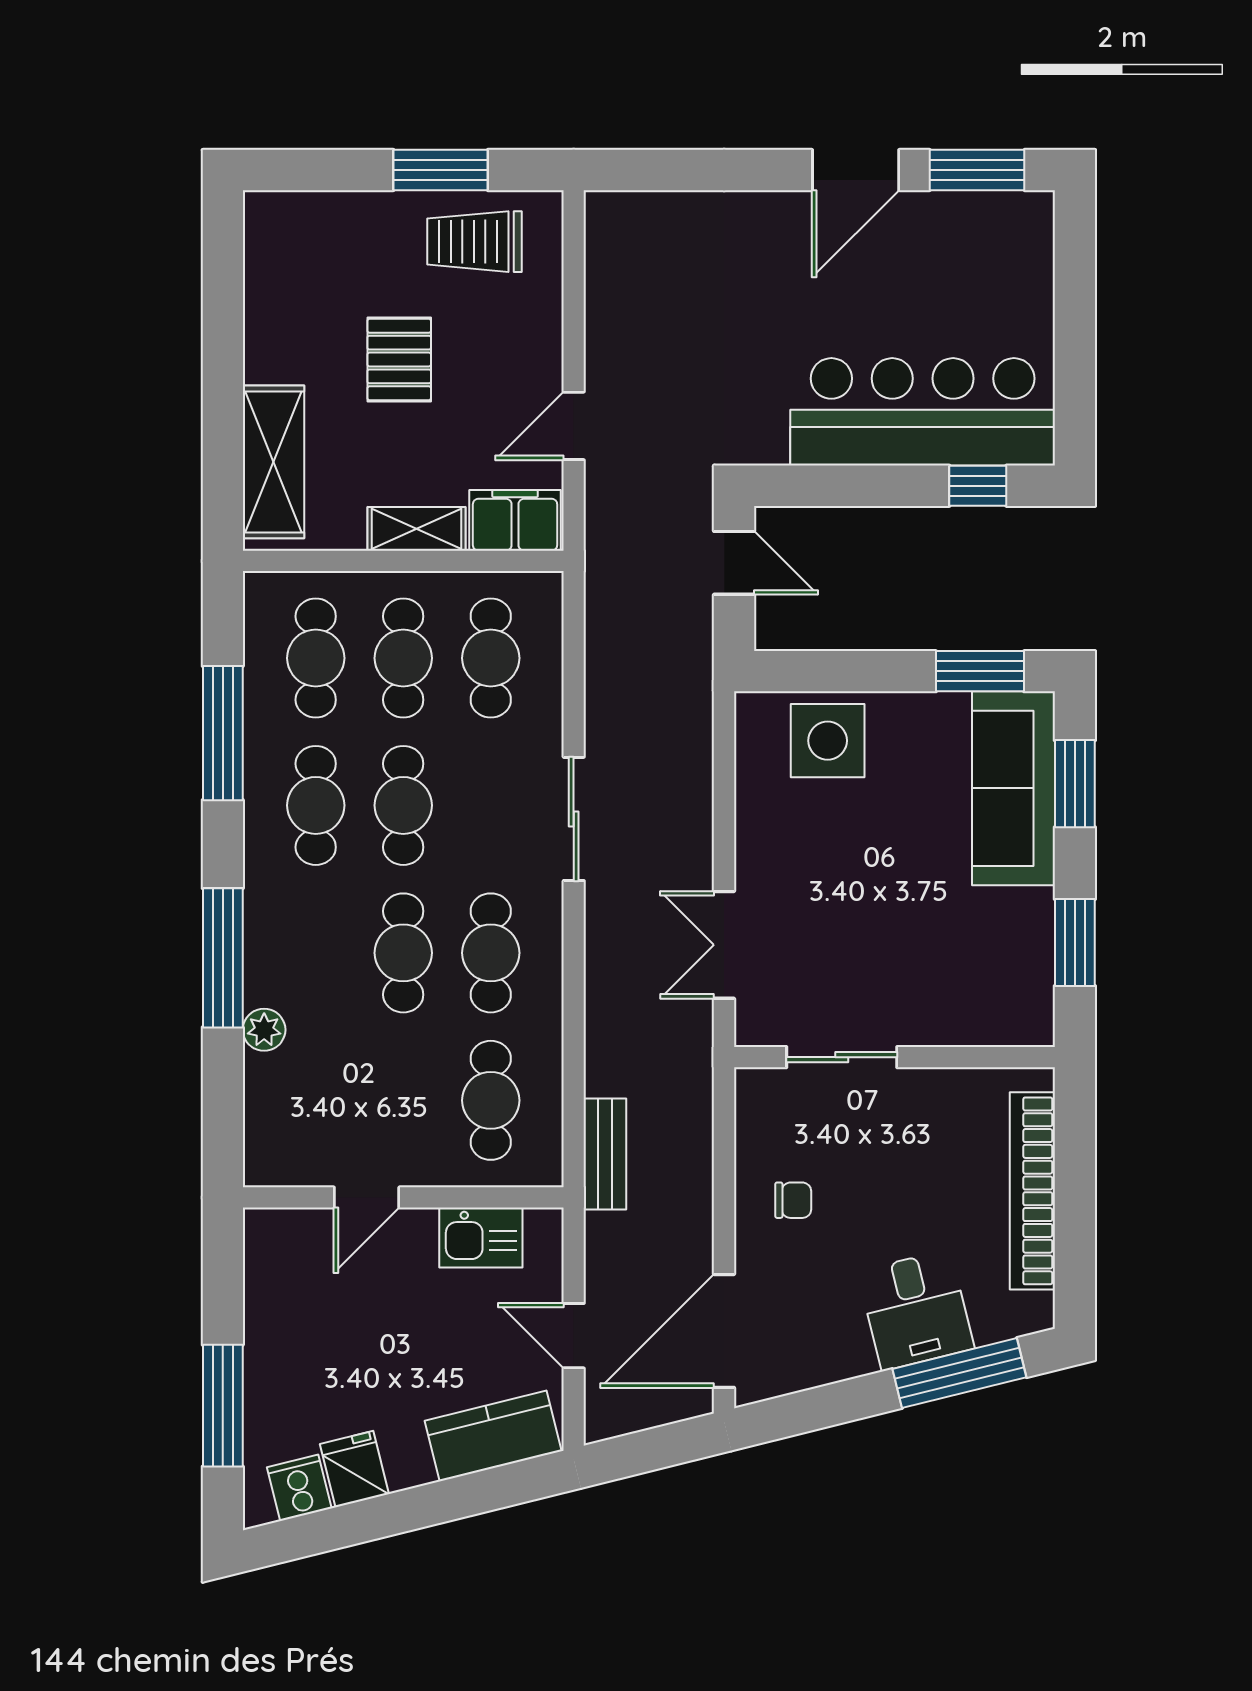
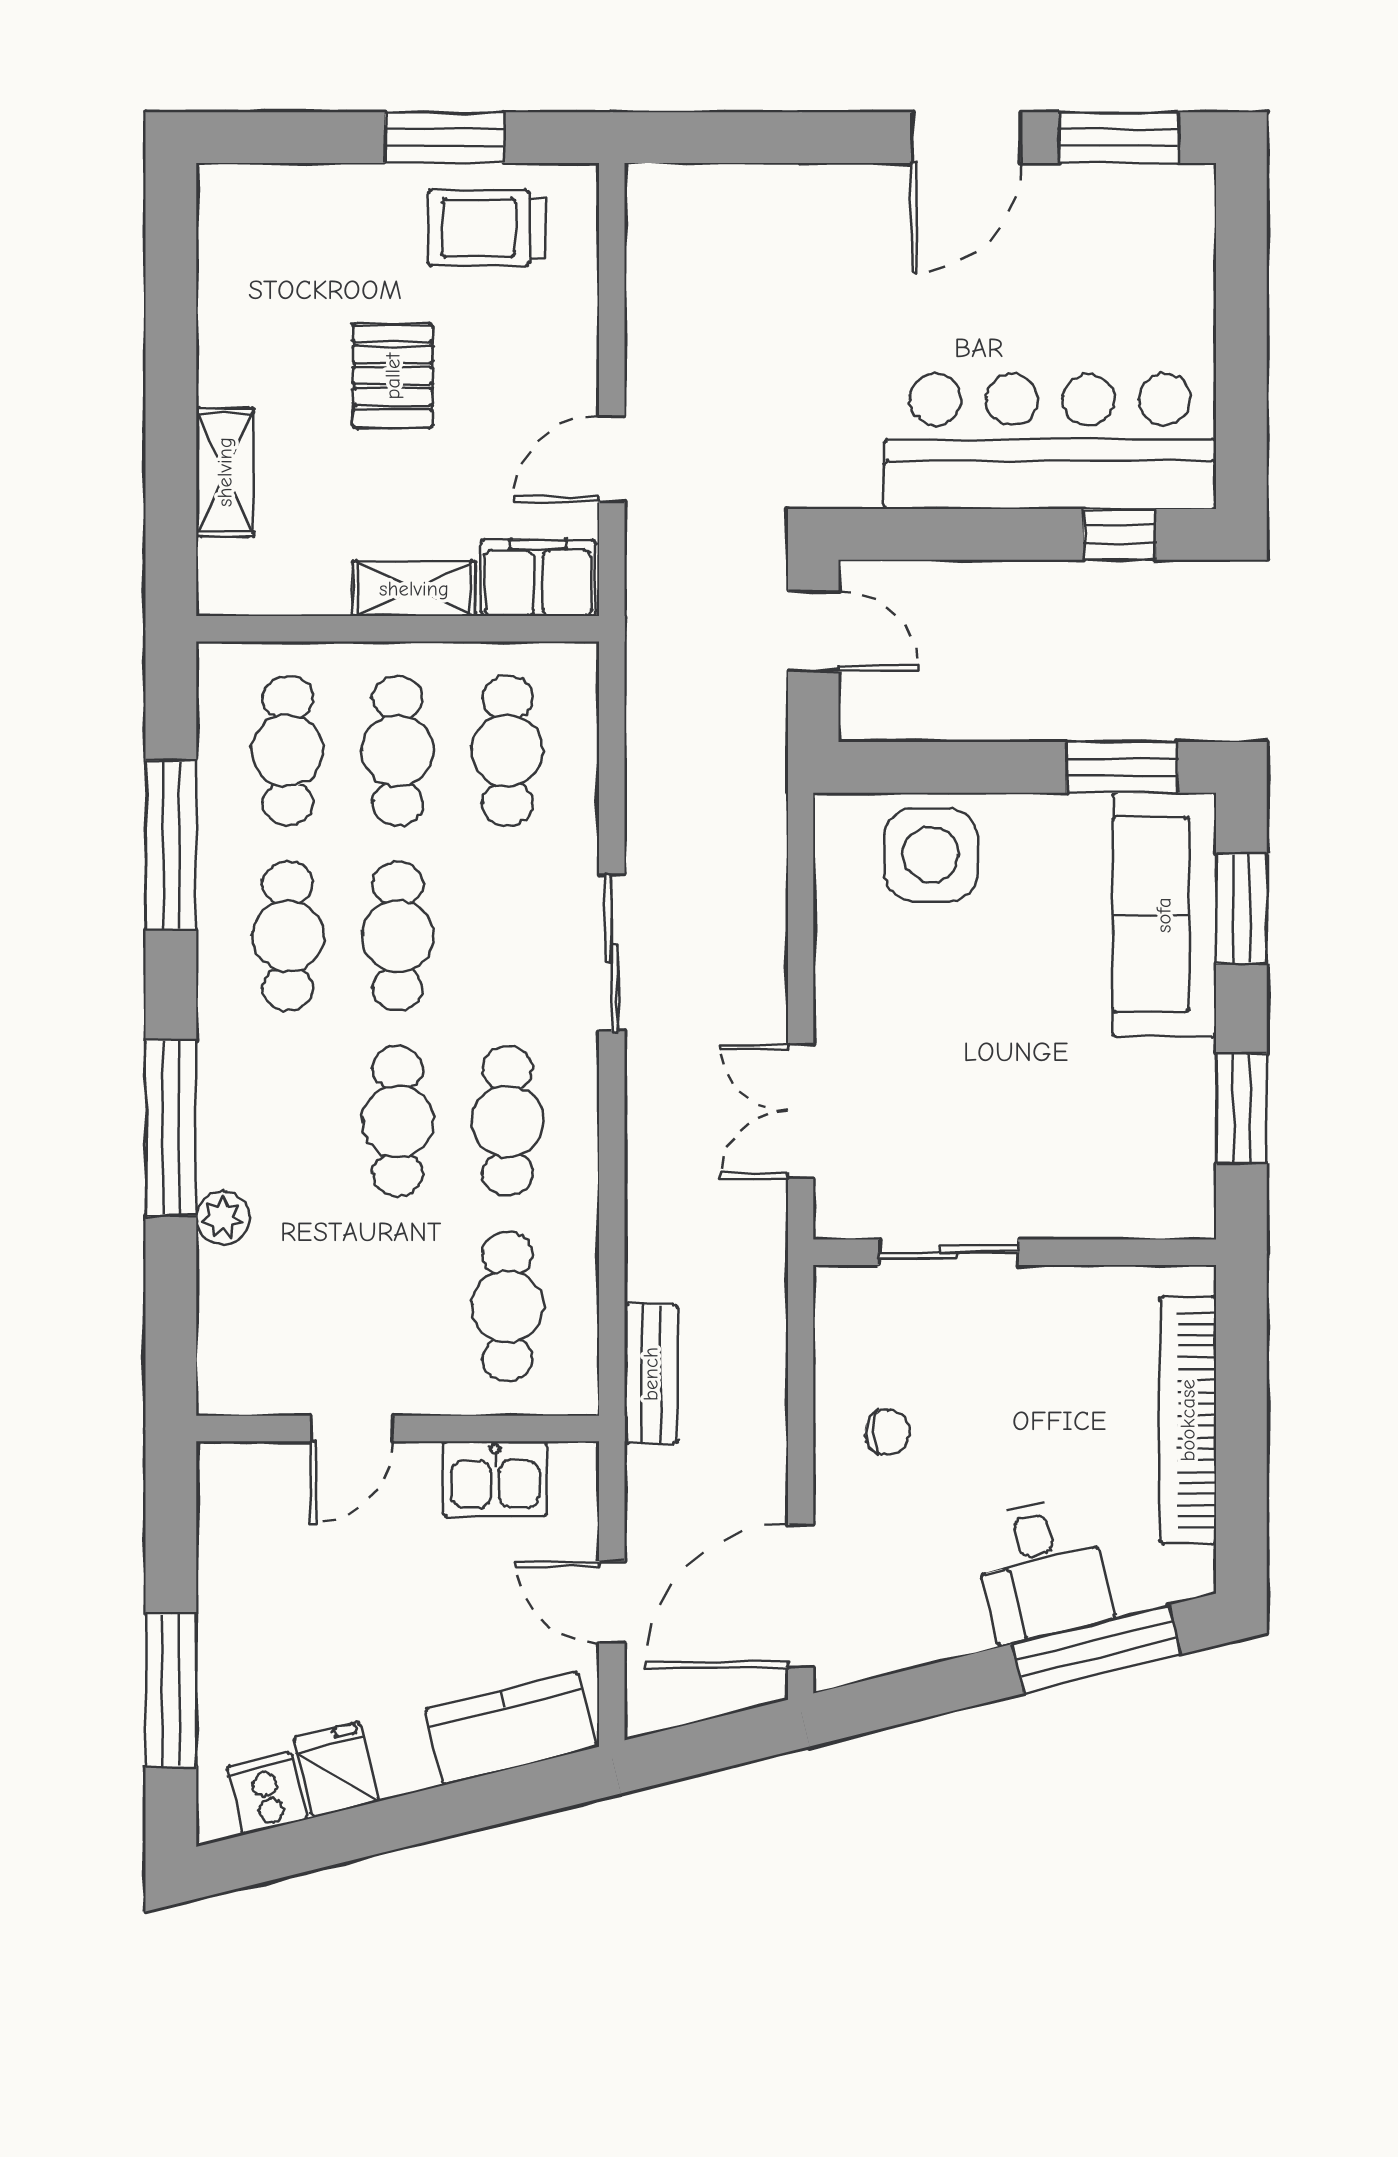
shelving: (273, 462) -> (225, 472), width x0.67, depth x0.75

